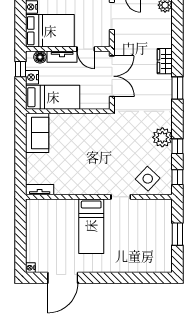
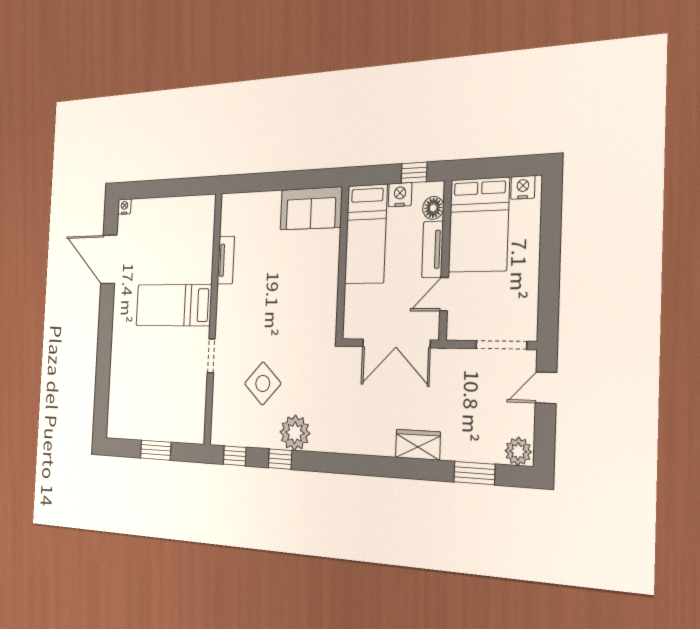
window: (177, 88) -> (474, 473), moved
side table: (148, 179) -> (263, 383), moved
tv unit: (40, 190) -> (226, 260), moved

